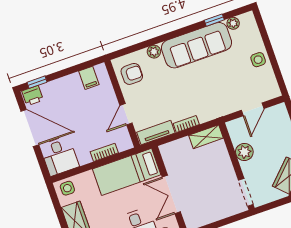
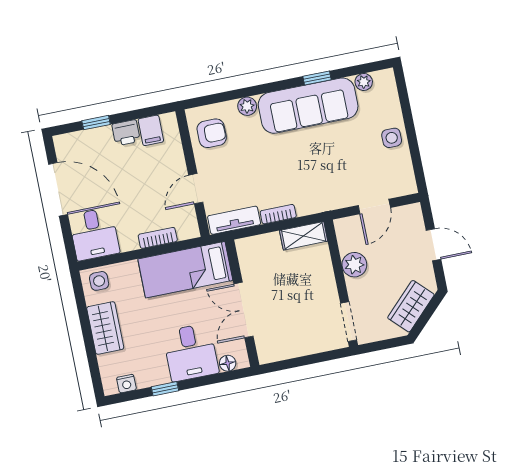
window: (214, 20) -> (317, 78), moved
window: (37, 82) -> (96, 123), moved
printer: (33, 96) -> (126, 133), moved

